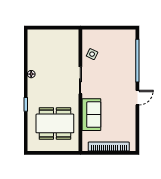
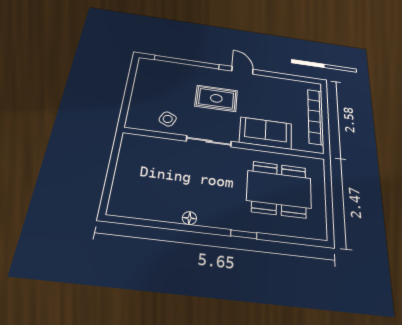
rug: (112, 82) -> (216, 98), added
dining table: (55, 123) -> (279, 189), turned 90

